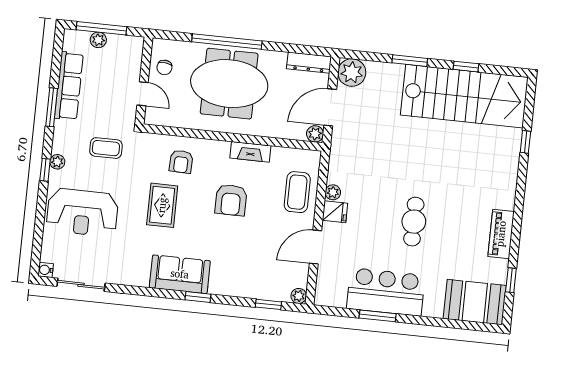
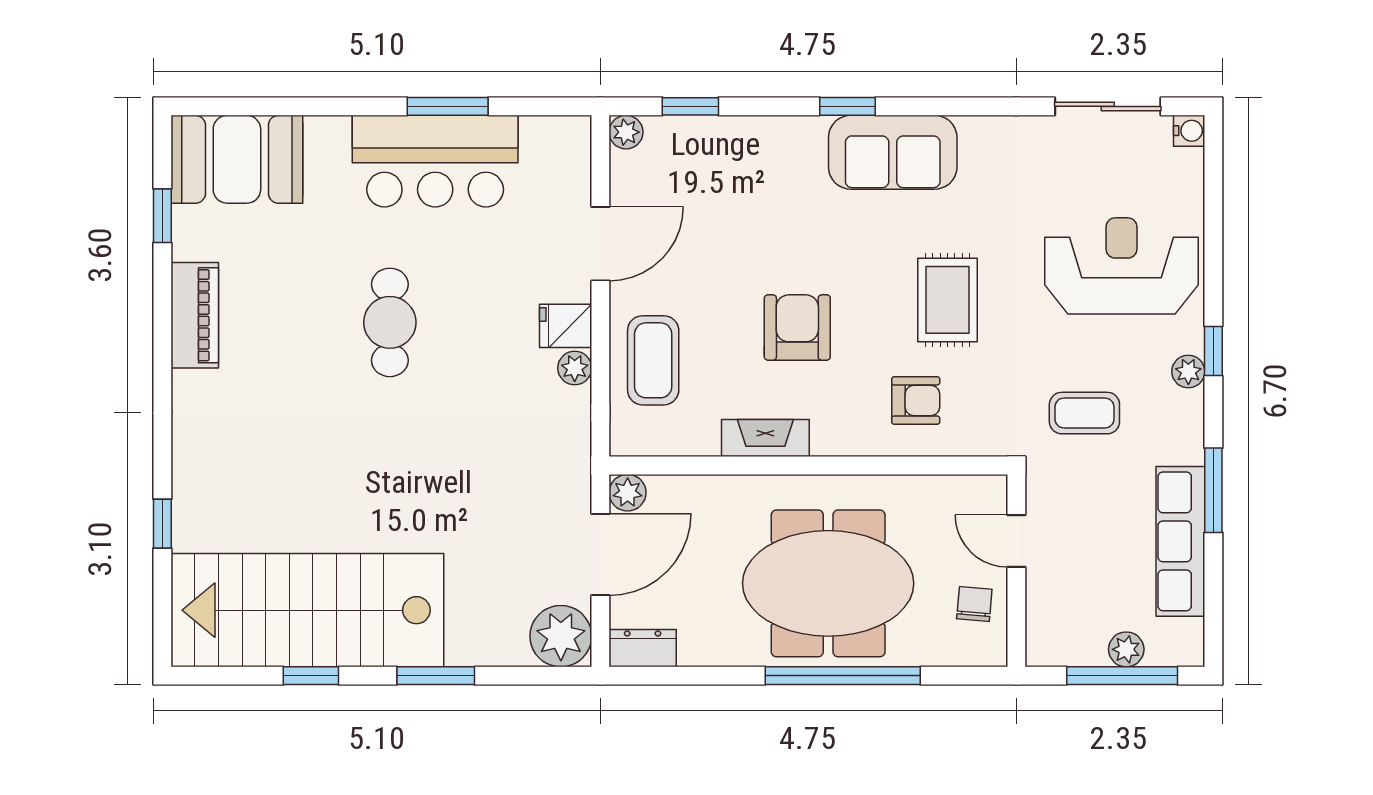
dresser: (309, 63) -> (643, 648), width x0.70
armchair: (181, 162) -> (916, 400), turned 88

